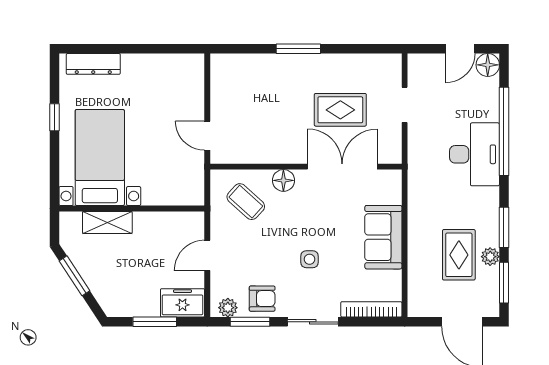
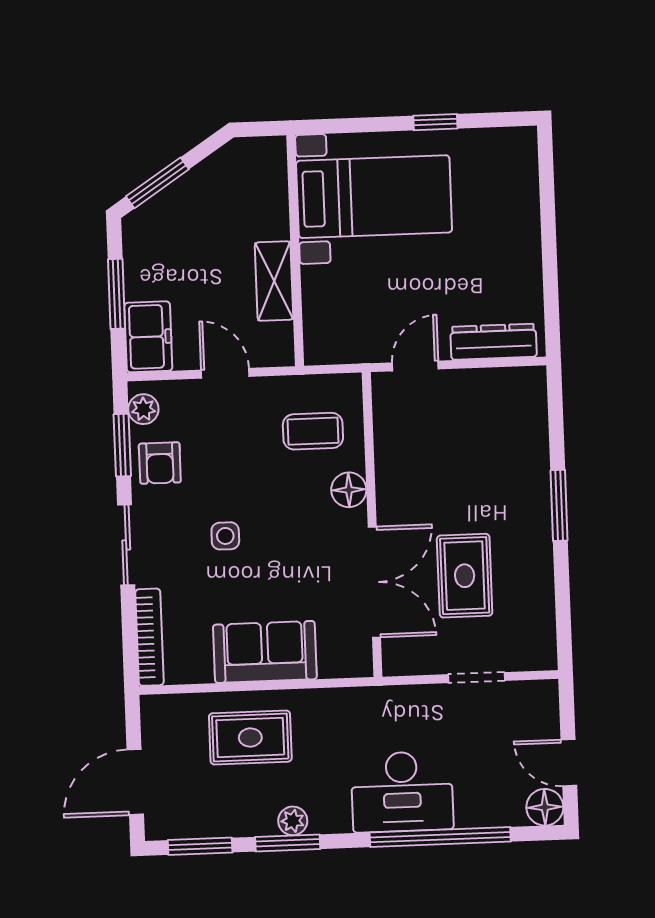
dresser: (93, 64) -> (493, 342), moved, turned 90
coffee table: (246, 202) -> (313, 431), turned 48
shelving: (107, 222) -> (274, 281), moved
rug: (459, 255) -> (250, 737), moved
plant: (490, 257) -> (293, 821), moved
window: (74, 276) -> (157, 183), moved

